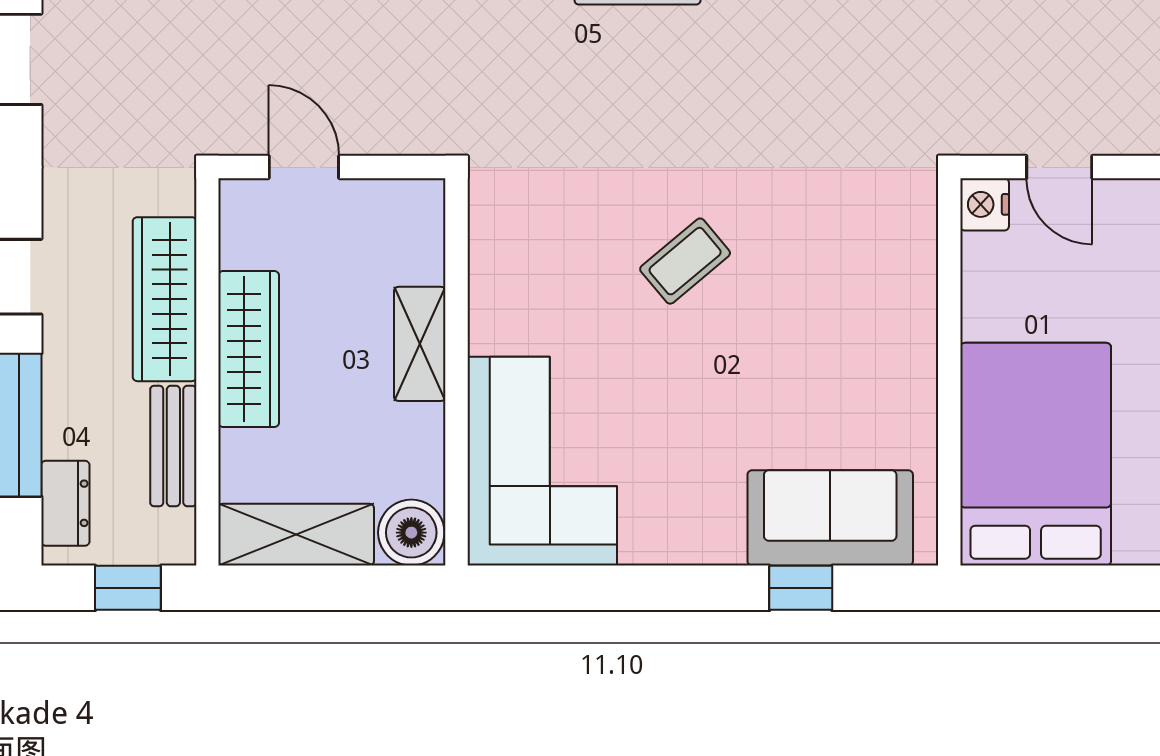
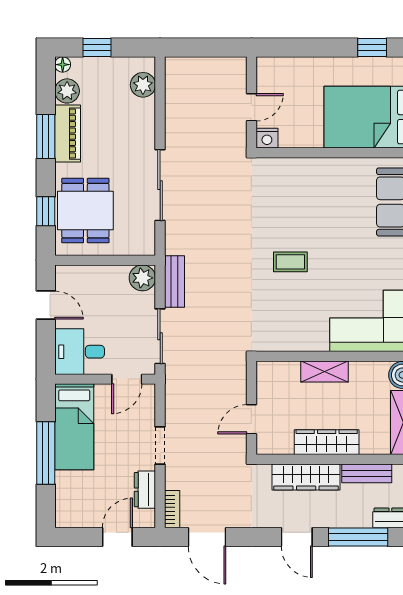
coffee table: (685, 261) -> (290, 262), turned -50

